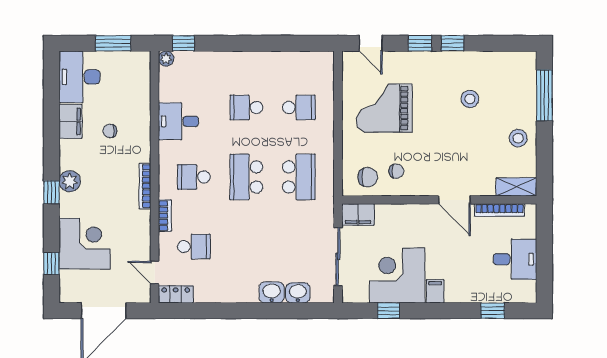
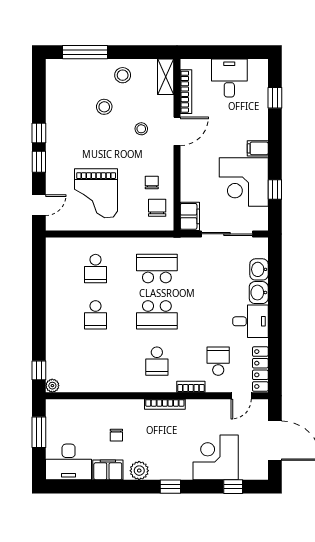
stool: (470, 99) -> (104, 107), moved
school desk: (299, 107) -> (96, 269), turned 180
desk: (178, 121) -> (250, 321), moved, turned -90
stool: (457, 159) -> (141, 129), added
plant: (70, 181) -> (139, 471), moved
locker: (176, 294) -> (260, 369), width x1.53

